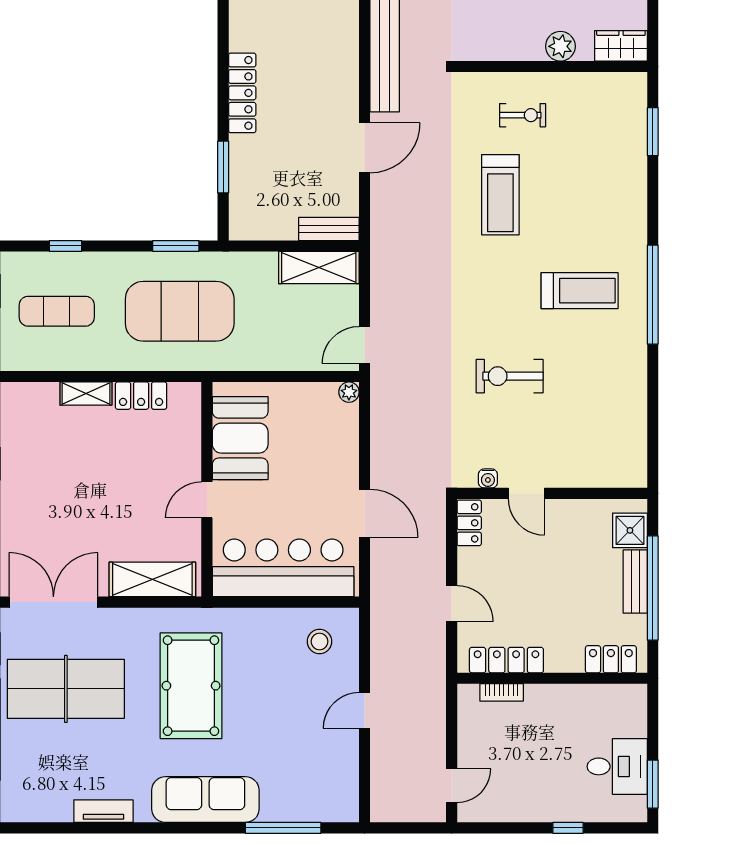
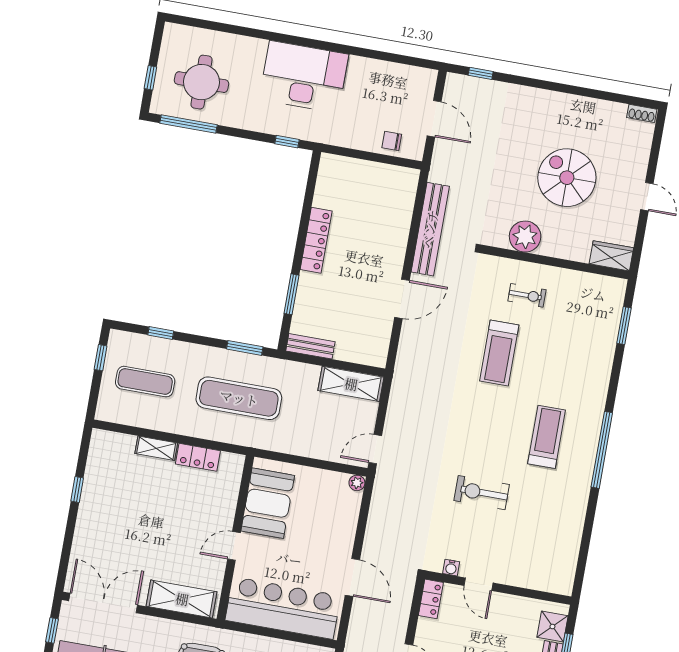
plant: (560, 46) -> (525, 237), moved, width x1.36, depth x1.36
bench: (329, 229) -> (310, 346), moved
treadmill: (580, 291) -> (547, 437), turned -90
exercise mat: (180, 311) -> (239, 398), width x0.68

